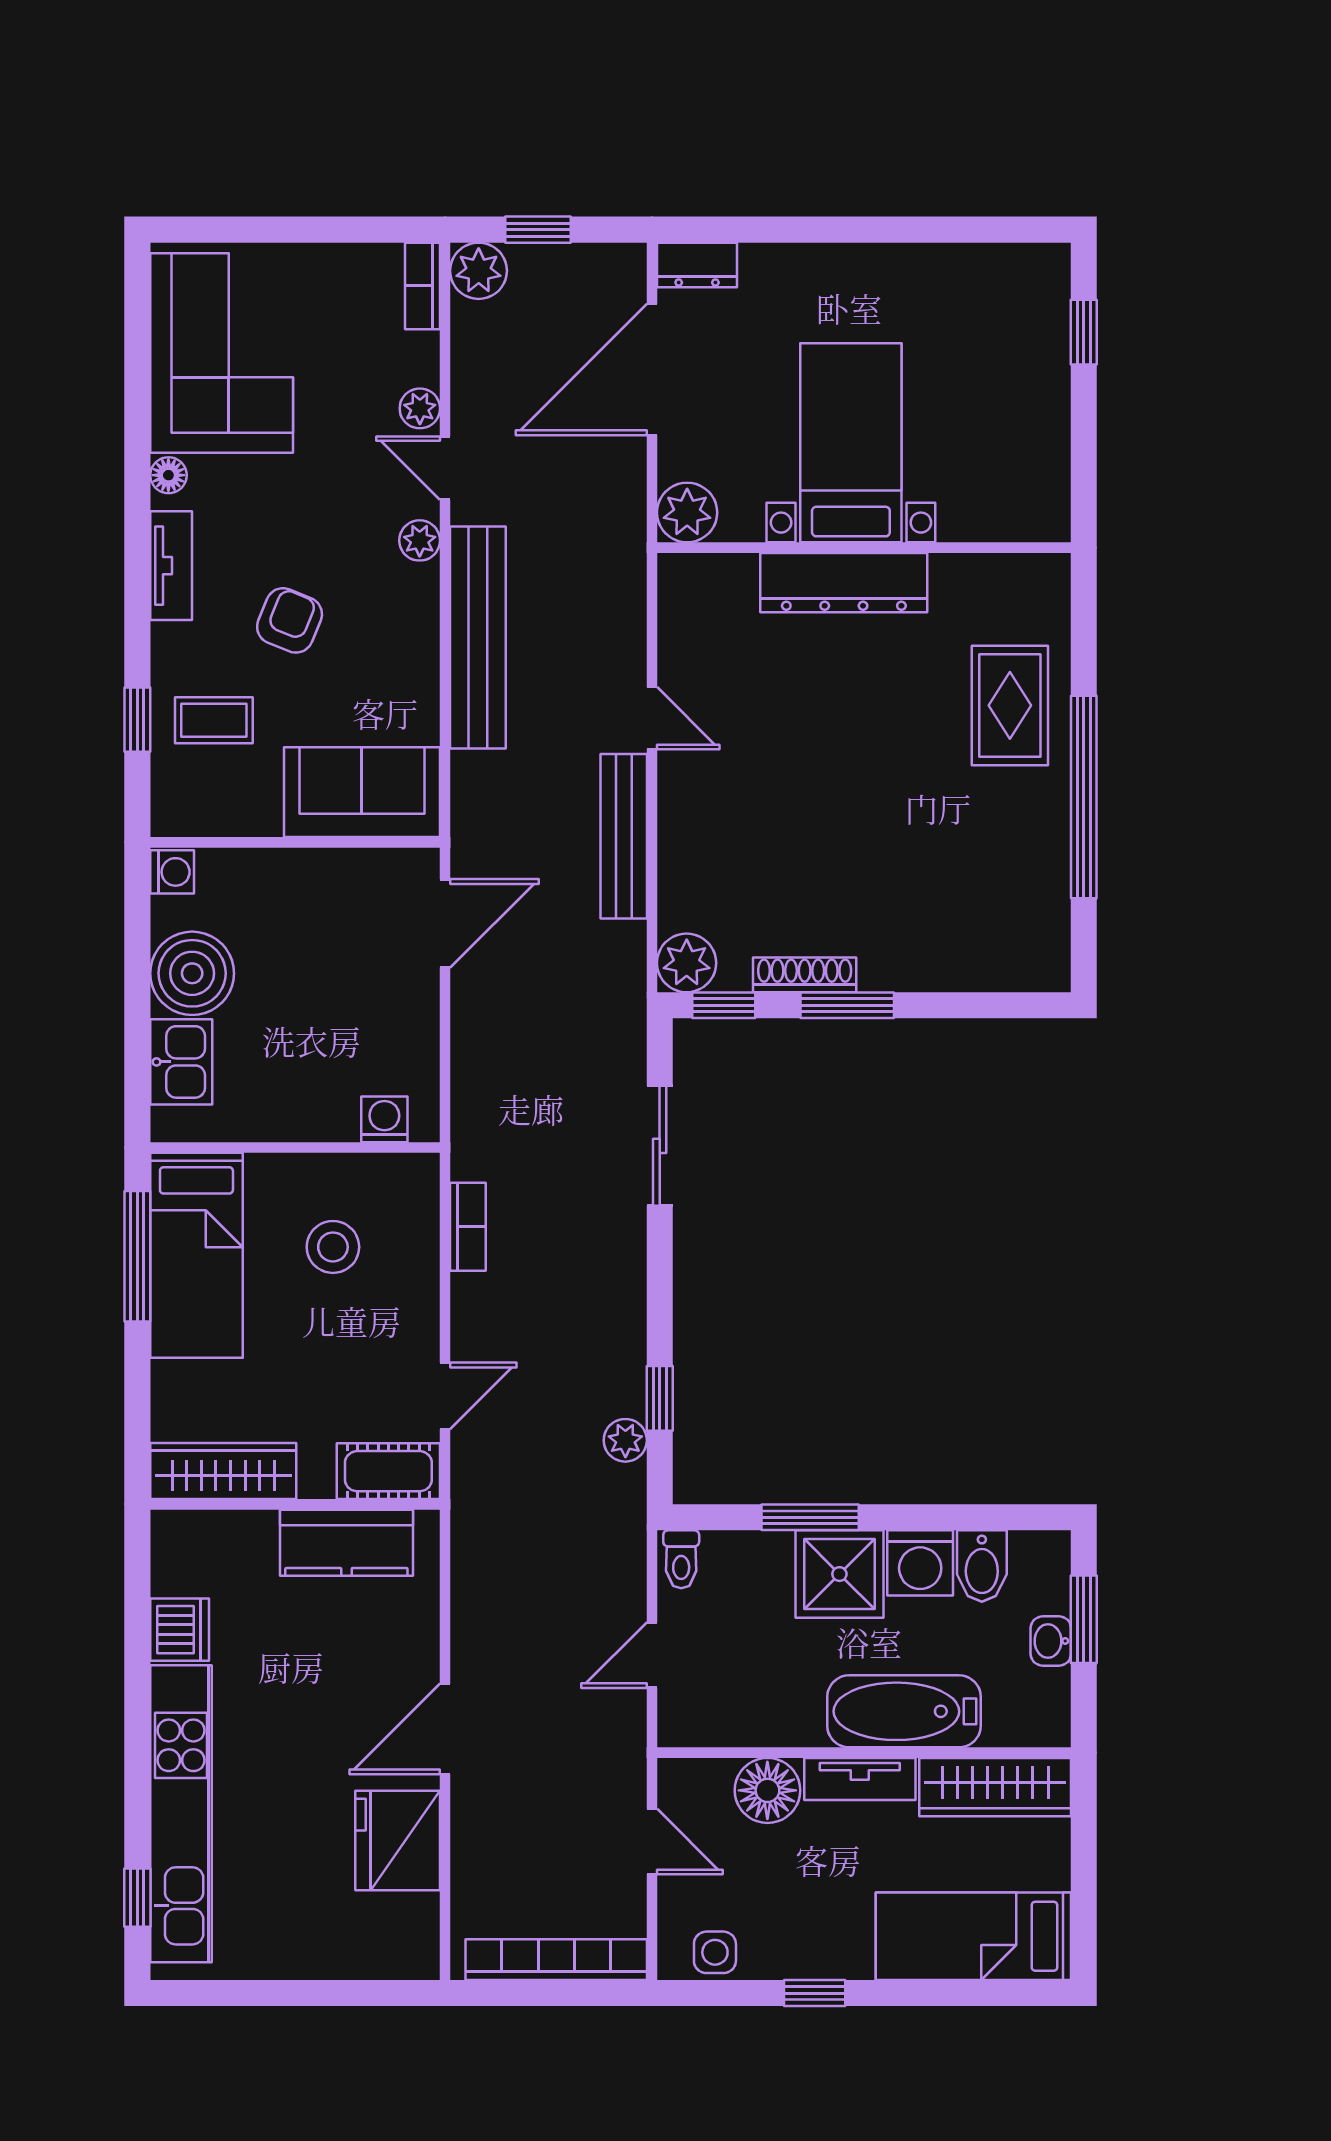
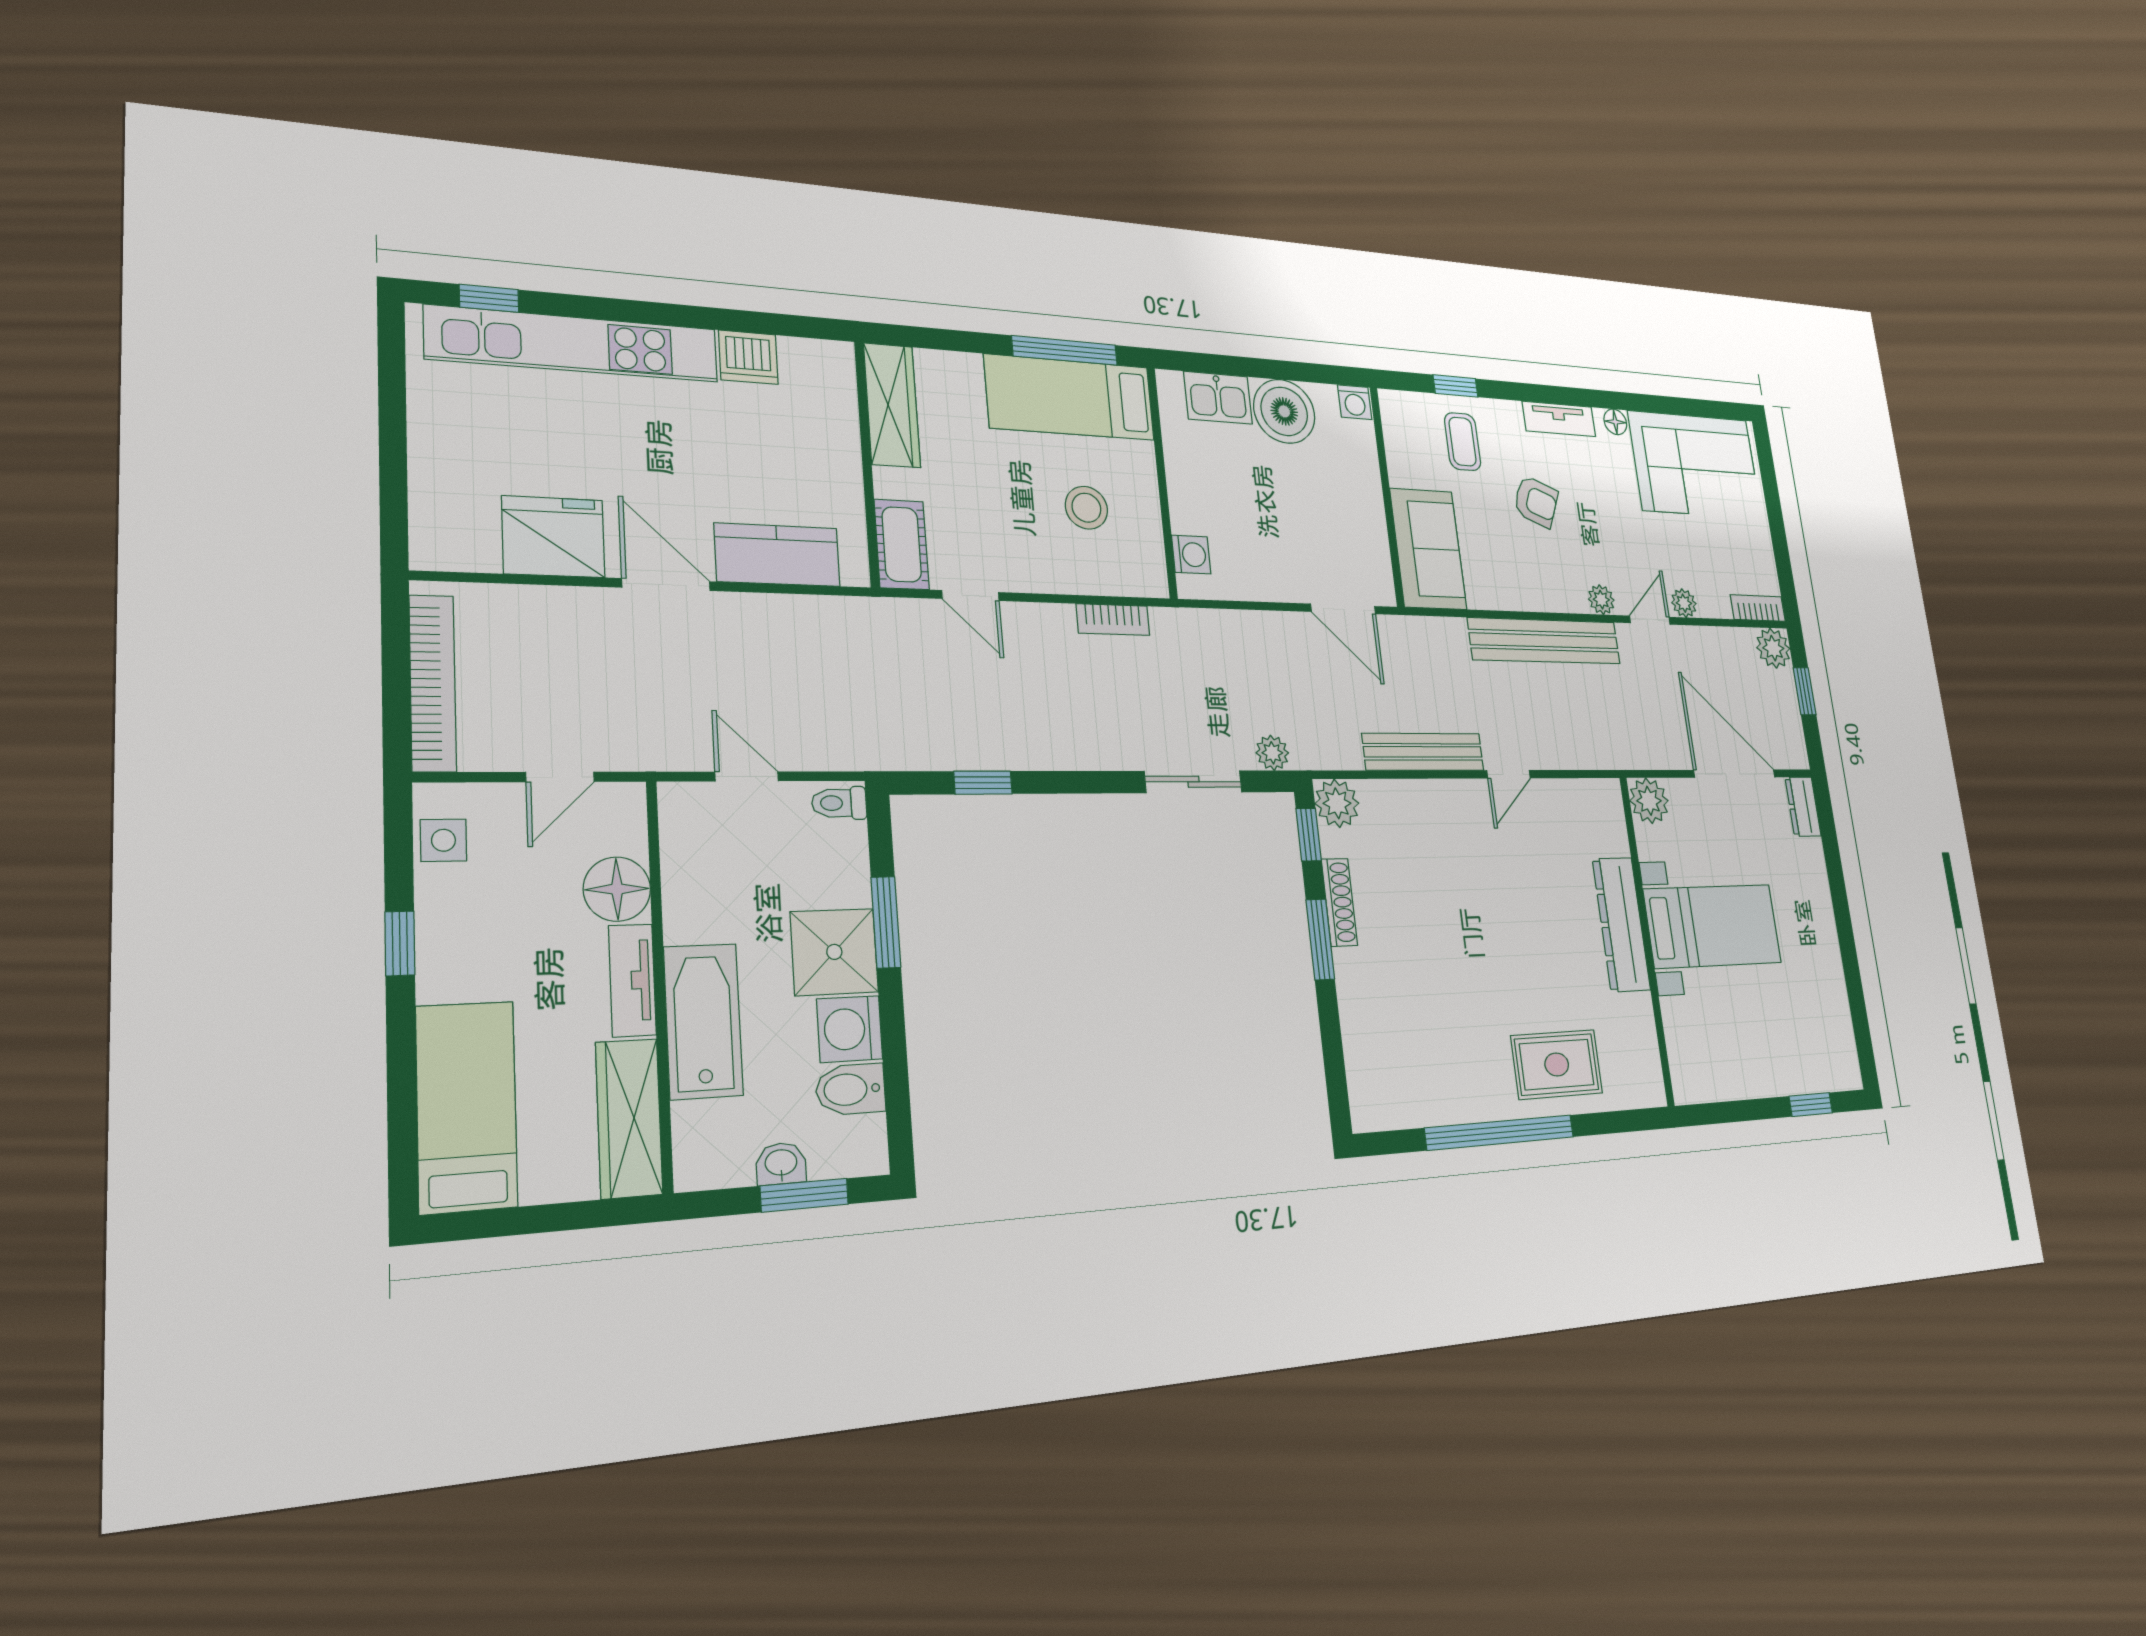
plant: (625, 1440) -> (1272, 753), moved
kitchen counter: (346, 1543) -> (777, 555), moved, turned 90

